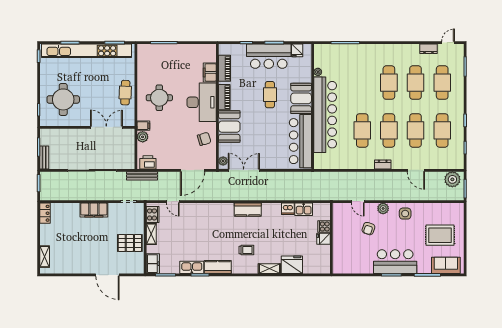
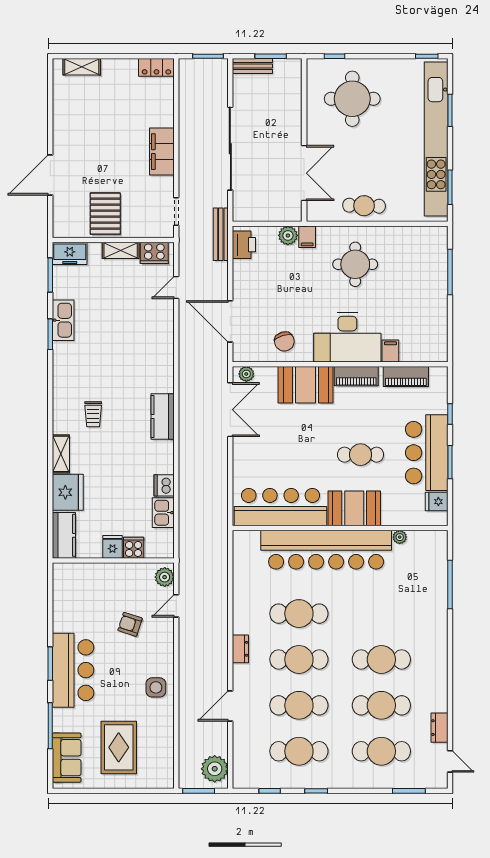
filing cabinet: (210, 72) -> (390, 351), width x0.50
plant: (383, 208) -> (165, 577), moved
kitchen counter: (218, 267) -> (64, 535), moved

